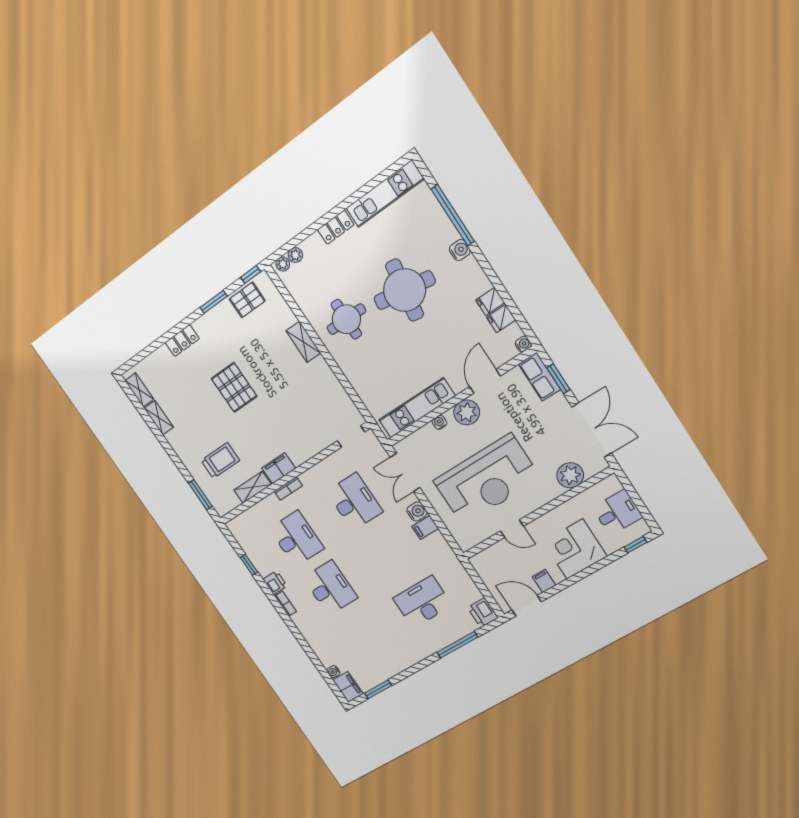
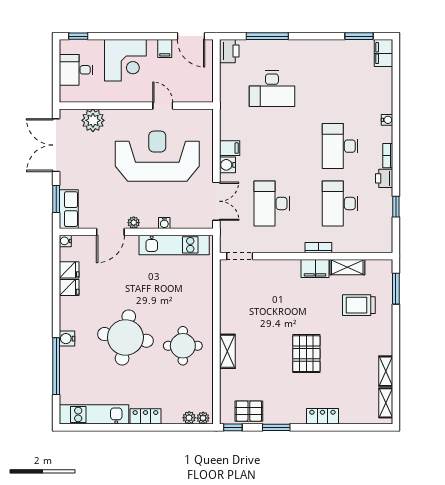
plant: (467, 412) -> (134, 223), width x0.53, depth x0.53
water cooler: (333, 672) -> (387, 120), moved

